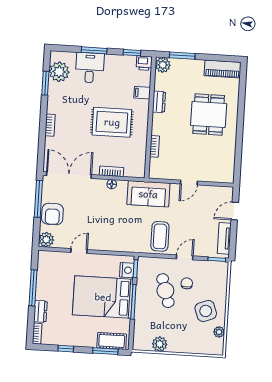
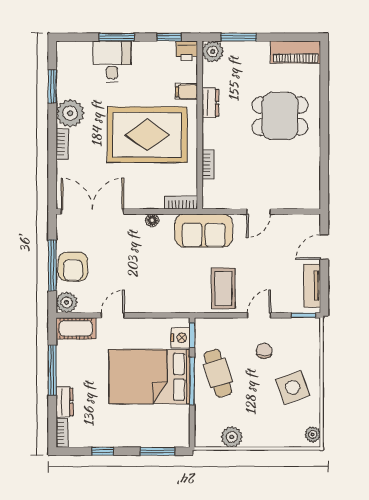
plant: (59, 72) -> (70, 113), moved
dining table: (209, 115) -> (280, 116), turned 90
rug: (112, 122) -> (147, 135), width x1.37, depth x1.44
bookcase: (111, 171) -> (181, 203), moved
window: (38, 199) -> (52, 265), moved
cafe table: (165, 291) -> (218, 373), moved
plant: (219, 332) -> (313, 434), moved
cot: (112, 341) -> (76, 328), moved

